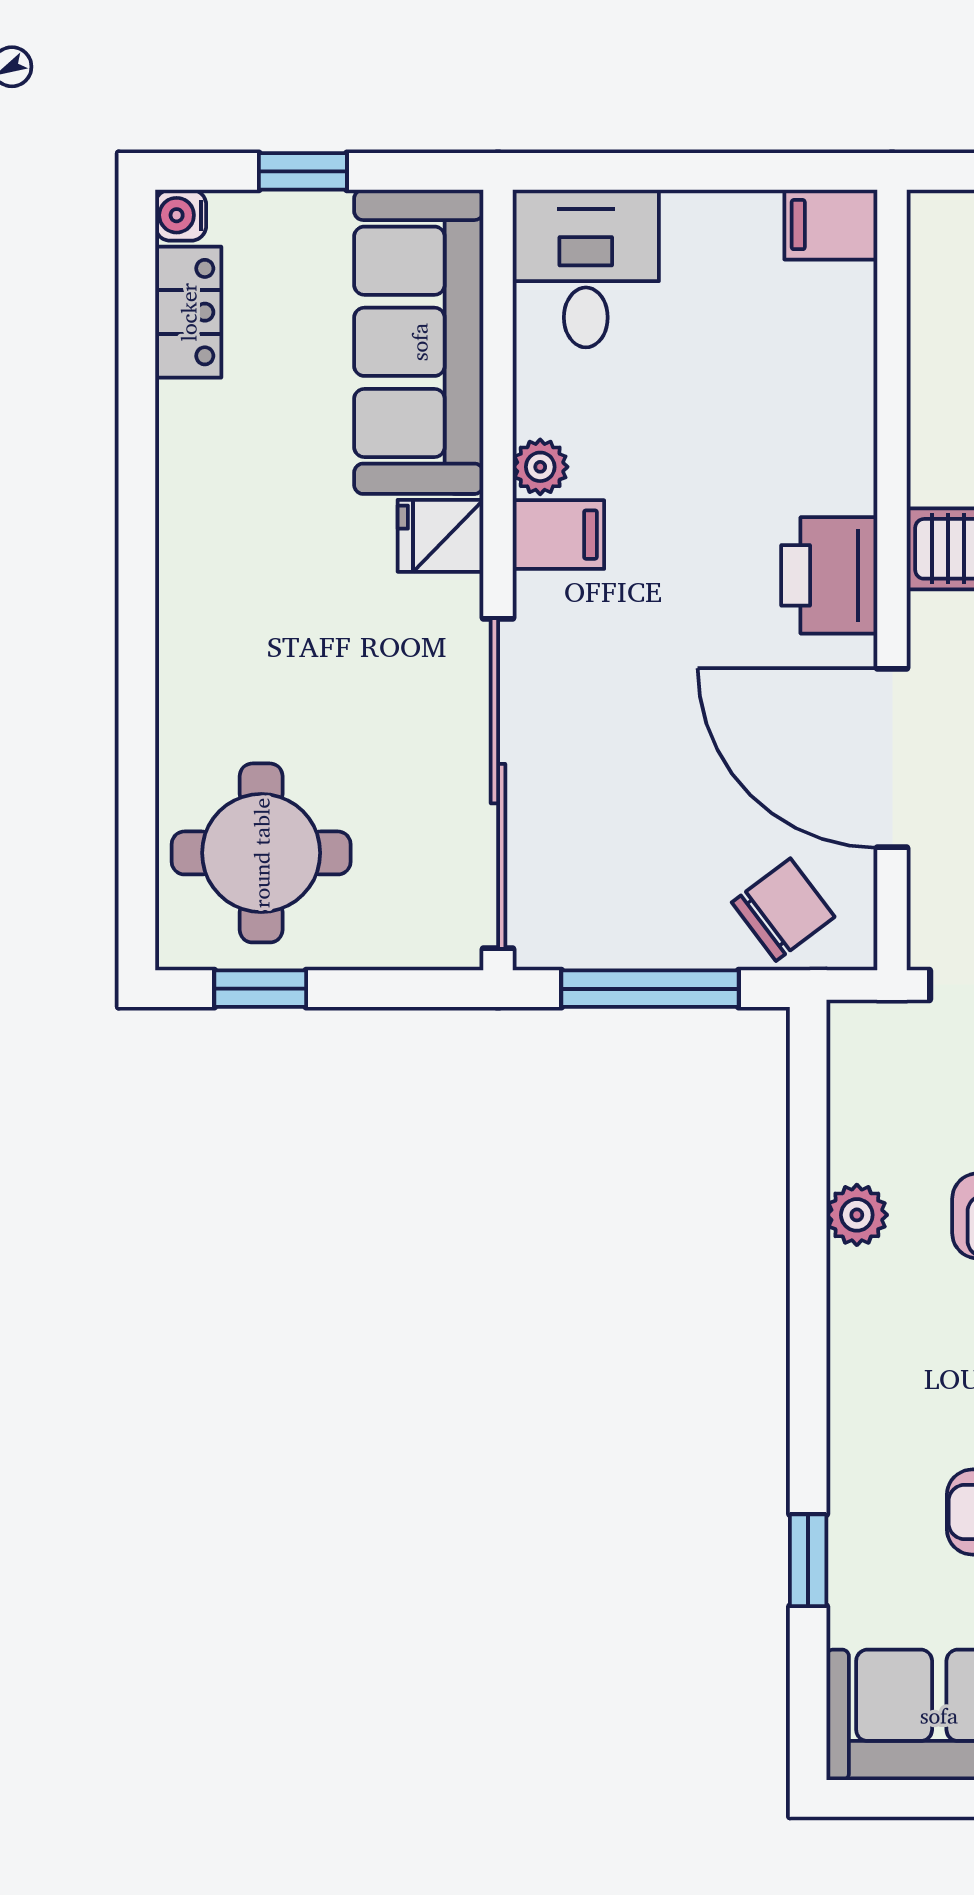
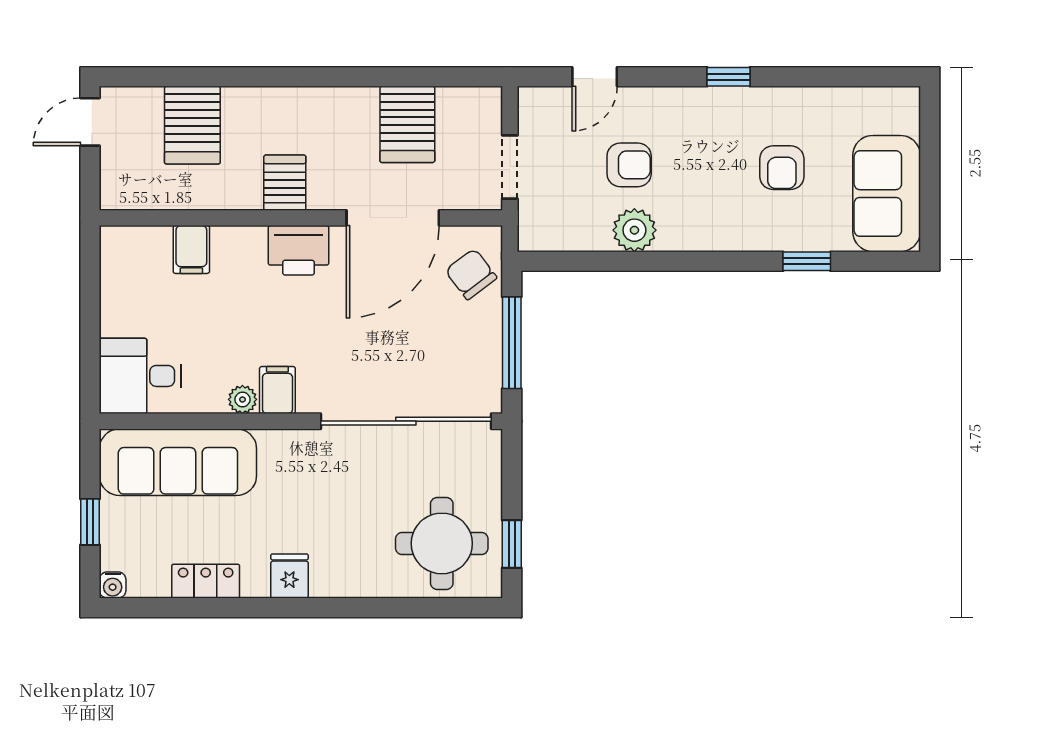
filing cabinet: (831, 225) -> (191, 249), moved
locker: (188, 312) -> (206, 581), moved
fridge: (441, 536) -> (289, 576), moved, turned 180
plant: (857, 1215) -> (634, 230), width x1.38, depth x1.38

